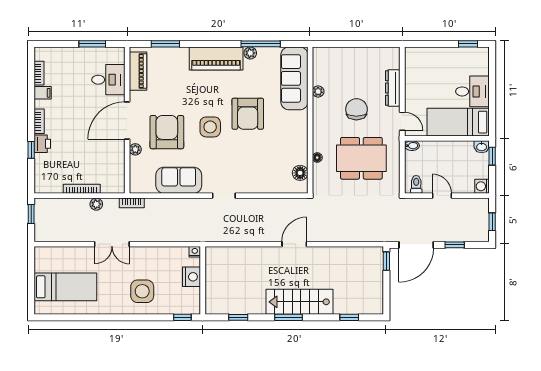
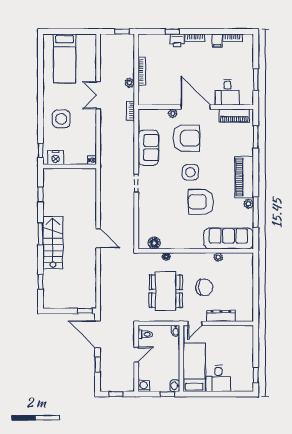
nightstand: (192, 277) -> (56, 158), moved

